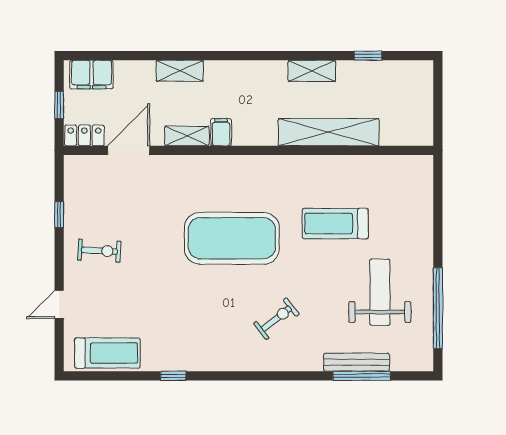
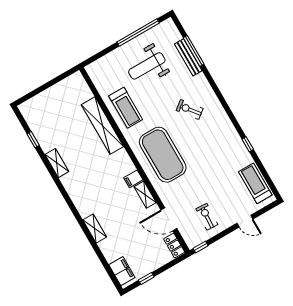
filing cabinet: (221, 132) -> (133, 179), moved
shelving: (329, 132) -> (102, 126), moved
locker: (84, 135) -> (174, 246), moved
shelving: (187, 136) -> (145, 195), moved
door: (129, 150) -> (169, 219), moved
wall: (249, 150) -> (134, 160), moved

